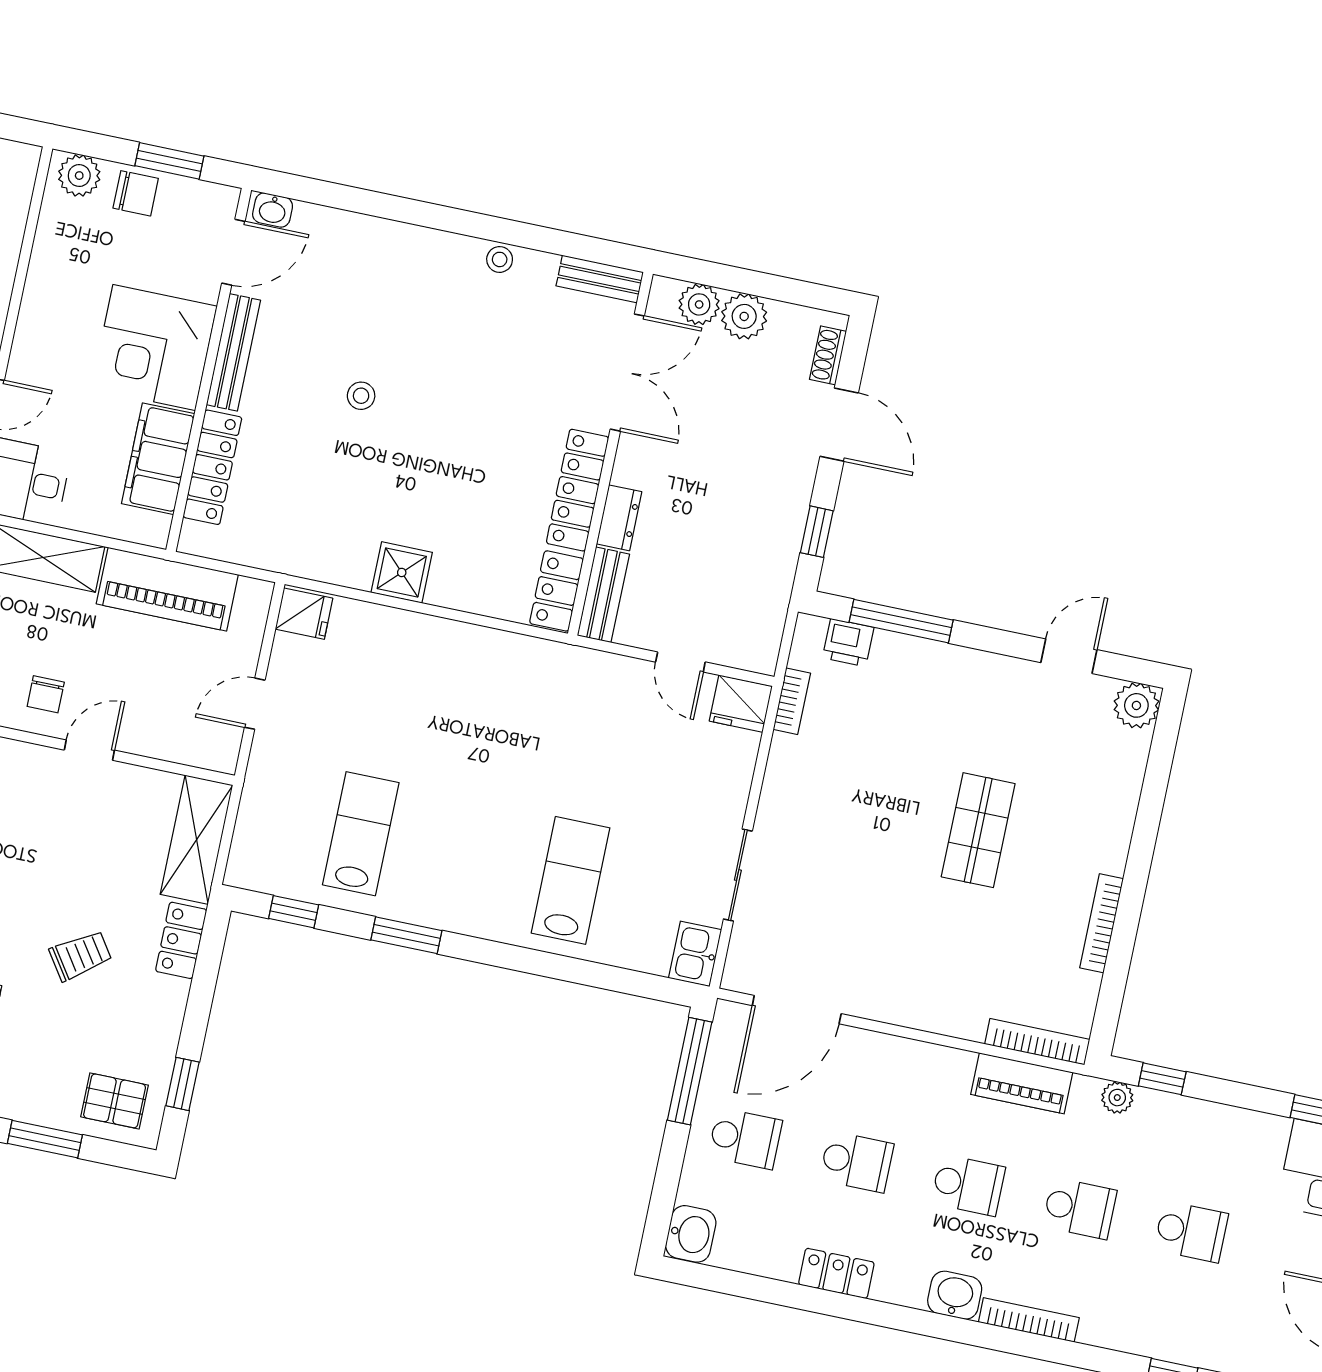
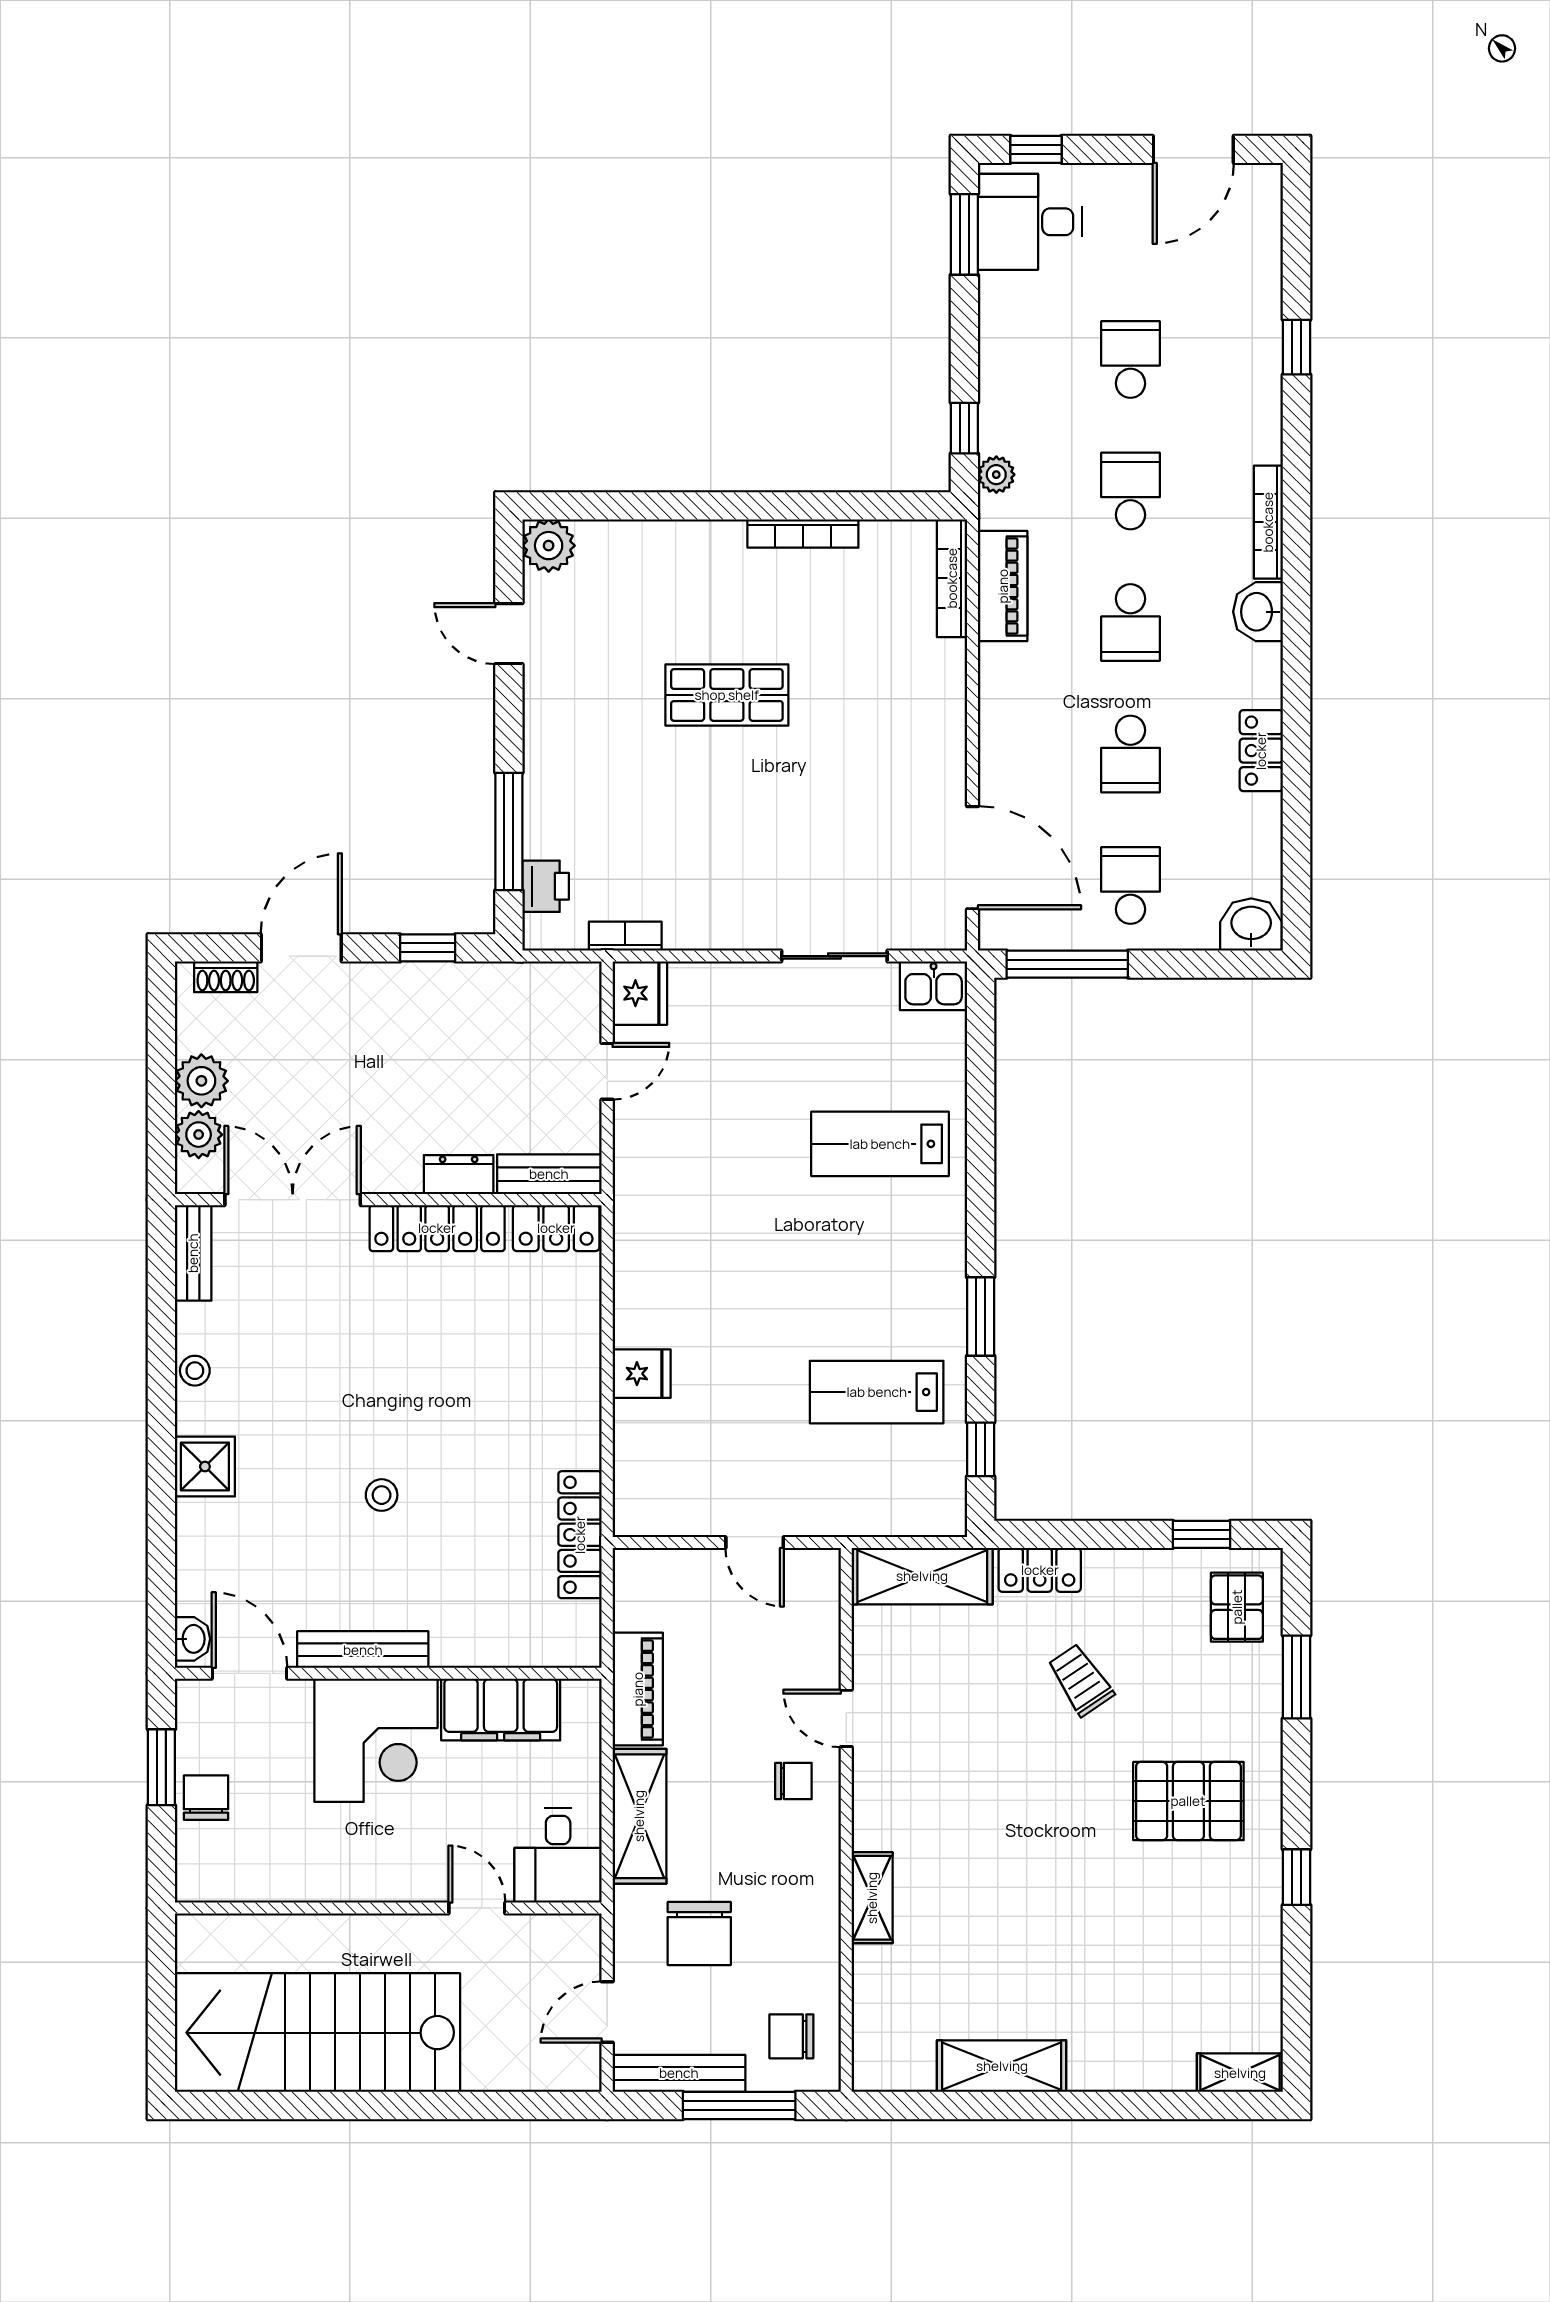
plant: (79, 176) -> (199, 1866), removed
locker: (212, 467) -> (580, 1535), moved, turned -90
shower: (402, 572) -> (205, 1466), moved
piano: (167, 589) -> (638, 1689), width x0.73, depth x0.75
fridge: (304, 614) -> (642, 1374), moved, turned 90
school desk: (857, 1162) -> (1130, 754), turned 180
school desk: (968, 1185) -> (1130, 623), turned 180

